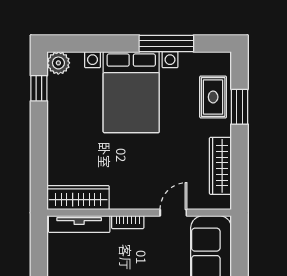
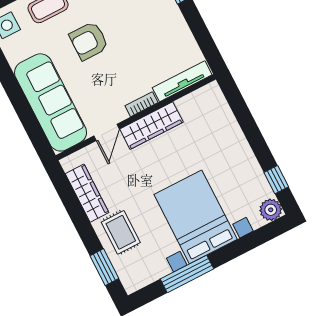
rug: (213, 97) -> (121, 232), moved
window: (240, 107) -> (104, 267), moved
wardrobe: (78, 198) -> (151, 126), moved

